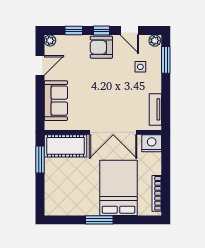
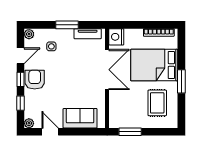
armchair: (101, 47) -> (35, 80), turned 180
window: (166, 60) -> (67, 25), moved
cot: (65, 146) -> (118, 110), removed
rug: (74, 191) -> (157, 103), added

